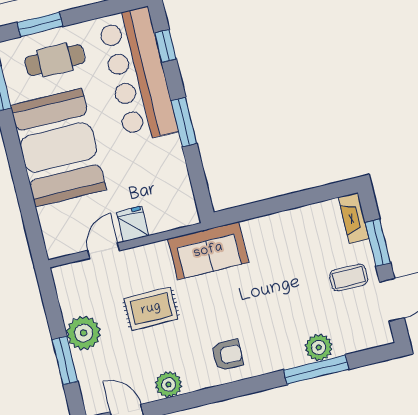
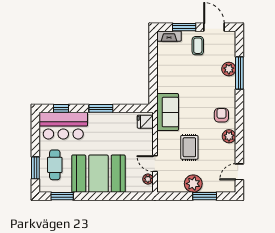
bar counter: (138, 75) -> (63, 126), width x0.73
fridge: (133, 224) -> (145, 122), moved
plant: (71, 244) -> (148, 179), added
plant: (169, 385) -> (229, 136), moved

